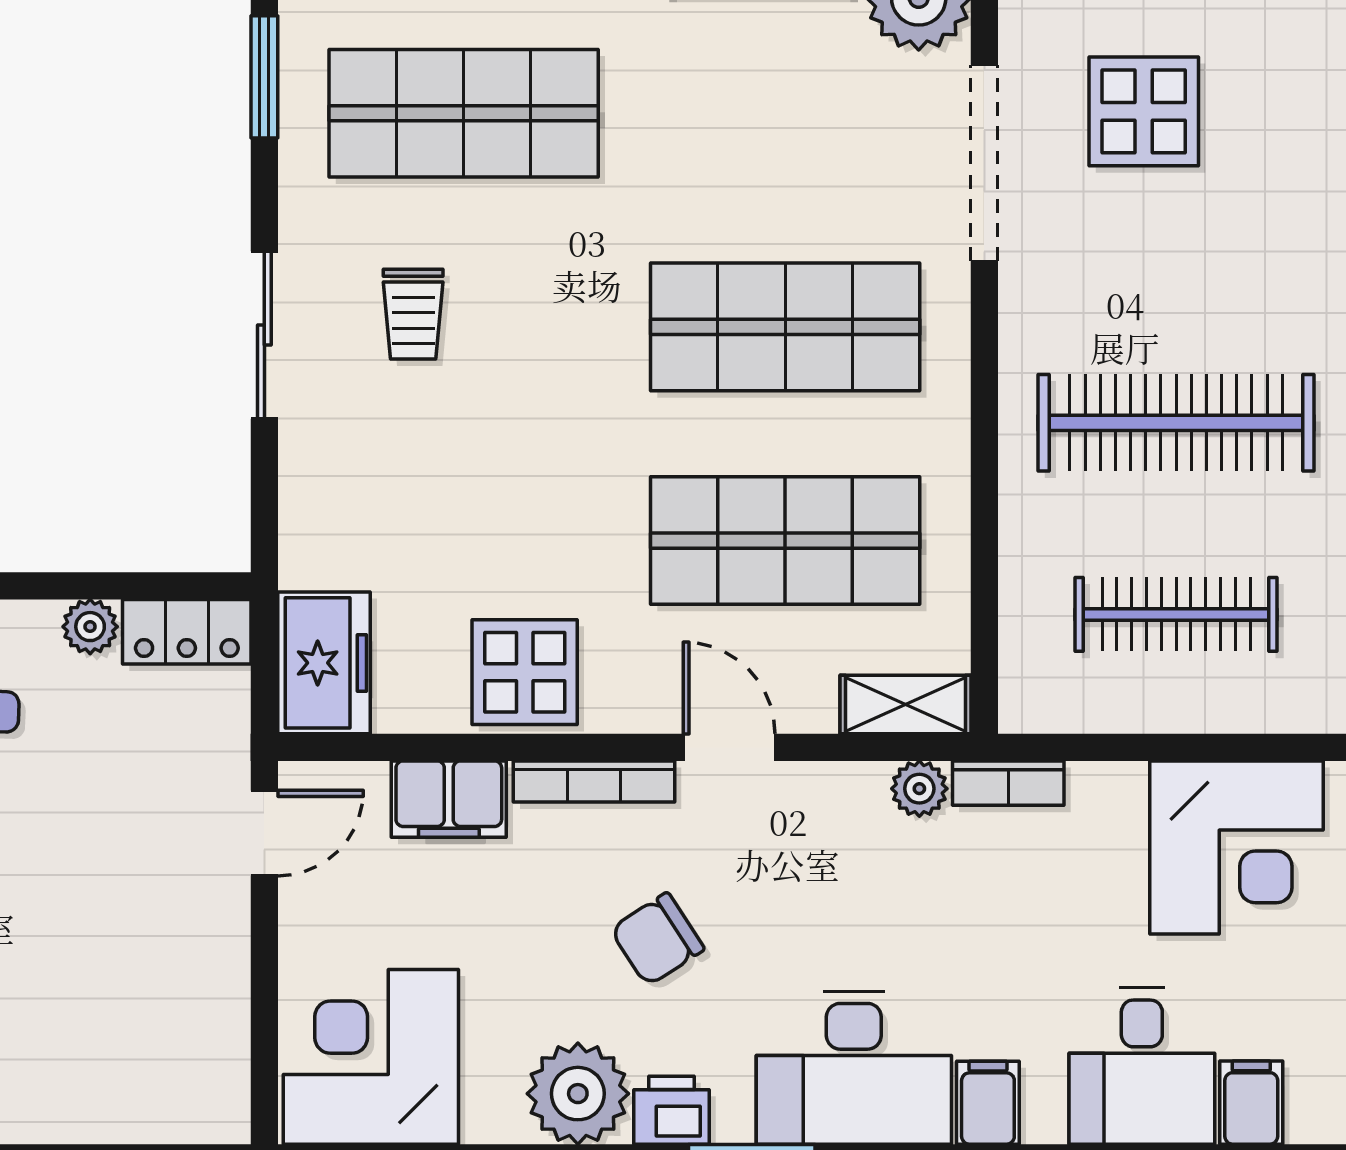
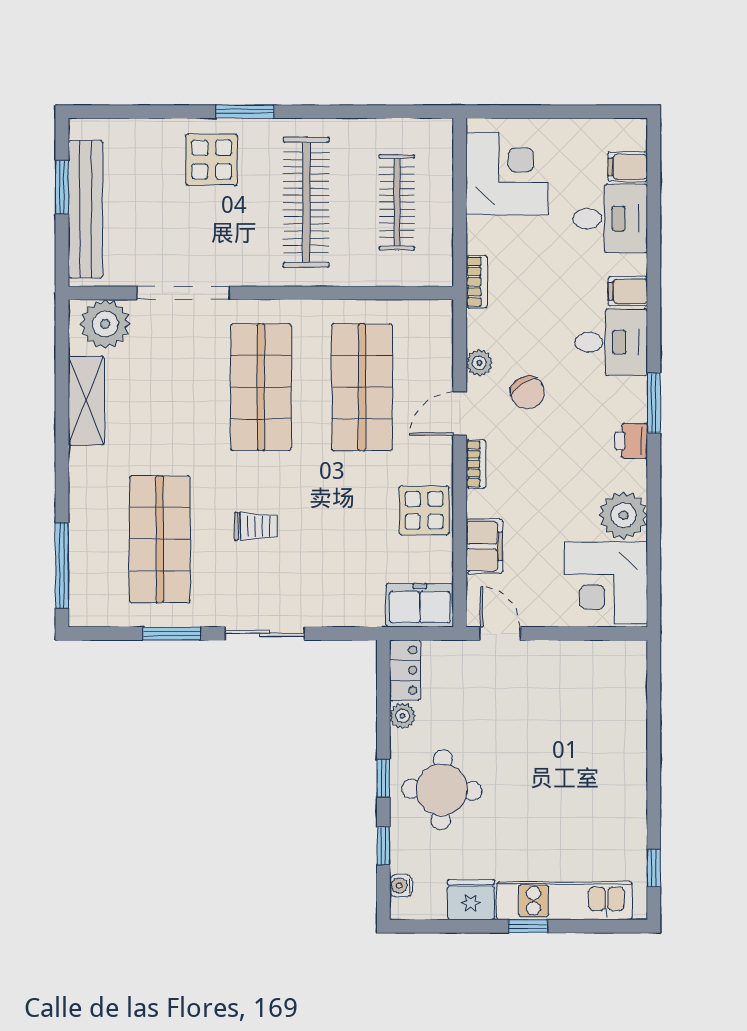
window: (264, 77) -> (172, 633), moved
display table: (1144, 111) -> (212, 160), moved
trolley: (413, 314) -> (256, 526), moved
shelving: (905, 704) -> (439, 330), removed
bookcase: (594, 781) -> (476, 464), width x0.64
plant: (919, 789) -> (479, 363), moved
chair: (657, 939) -> (528, 392), moved
desk: (854, 1068) -> (611, 342), width x0.73
plant: (578, 1094) -> (623, 515), moved

